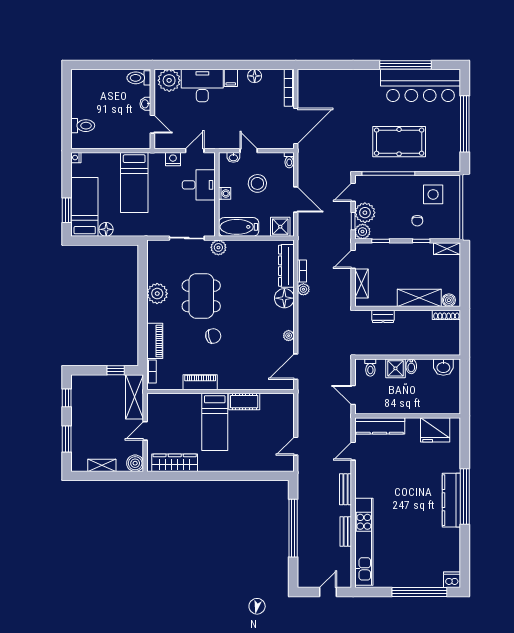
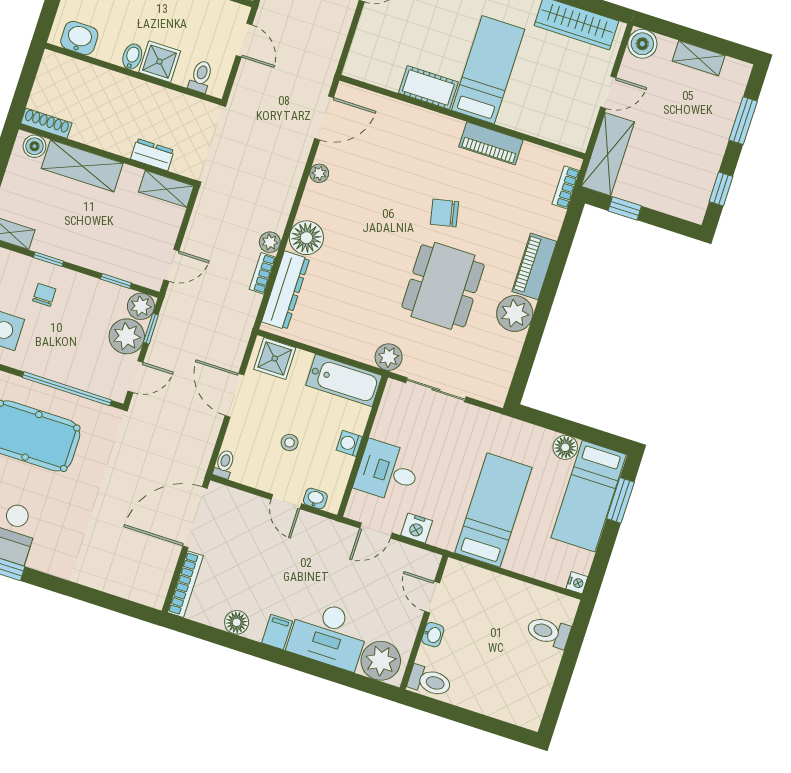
stool: (257, 183) -> (290, 443), width x0.53, depth x0.53
shelving: (361, 283) -> (166, 189), moved, turned 90
piano: (155, 341) -> (534, 266), moved

